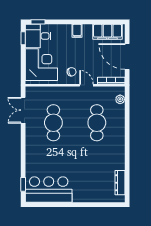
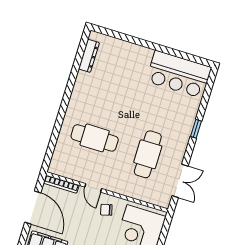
plant: (120, 99) -> (57, 158), removed
cafe table: (97, 123) -> (95, 138), turned 90
window: (23, 184) -> (196, 129), moved

